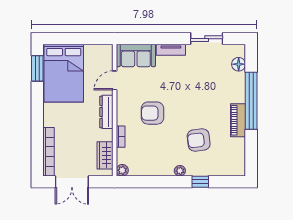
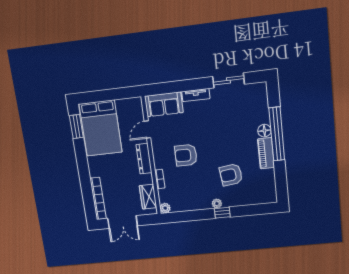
floor lamp: (239, 64) -> (264, 131), moved
window: (200, 182) -> (222, 213), moved

